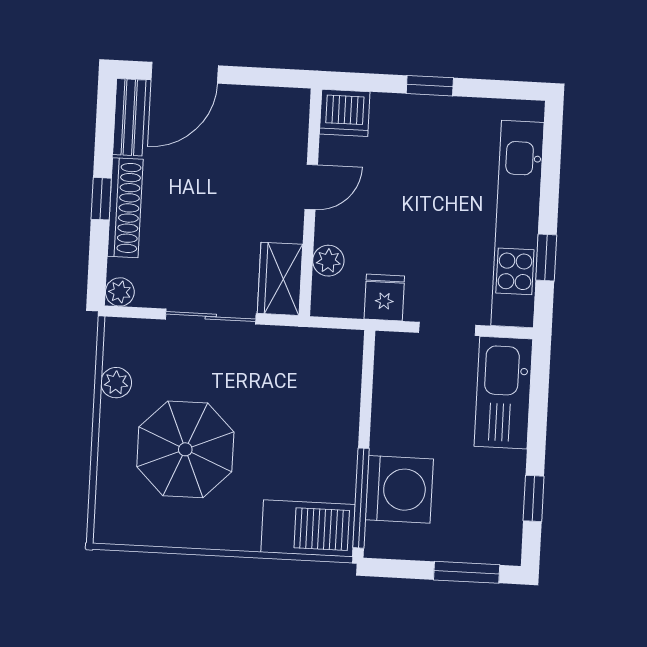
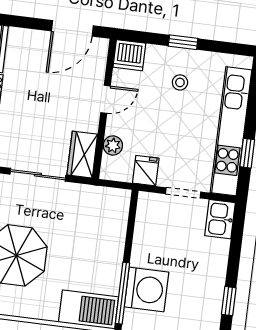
door: (185, 73) -> (72, 28), moved
stool: (429, 151) -> (180, 82), added
kitchen sink: (503, 393) -> (220, 219), width x0.53, depth x0.81

